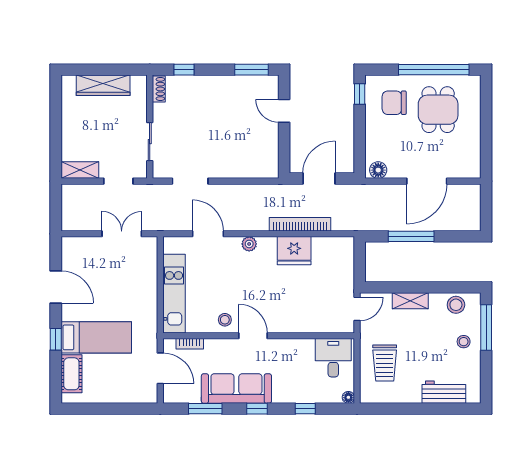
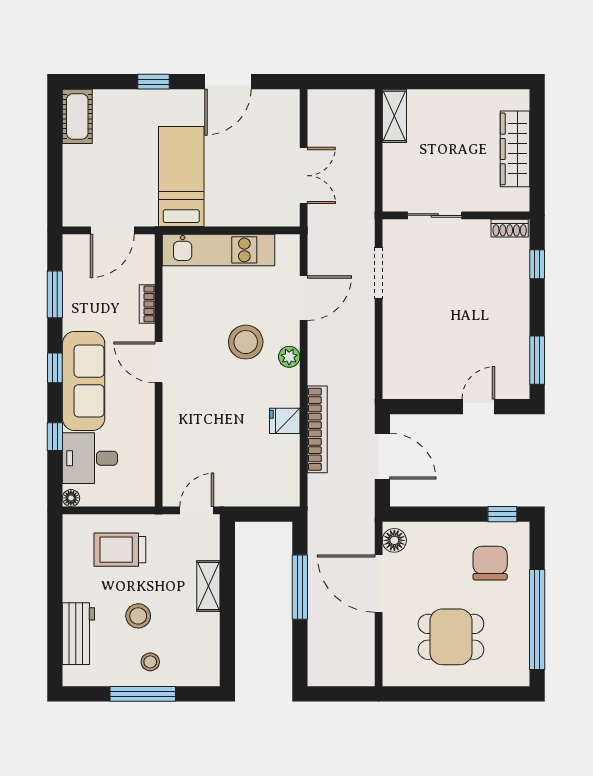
dining table: (438, 110) -> (451, 637), moved
doorway: (118, 181) -> (379, 171), removed
door: (427, 181) -> (379, 584), moved
fridge: (294, 251) -> (285, 421), width x0.53, depth x0.75
stool: (456, 305) -> (138, 616), moved
door: (357, 309) -> (197, 510), swing flipped
stool: (225, 320) -> (246, 342), moved, width x1.89, depth x1.89
window: (486, 328) -> (143, 694), moved
door: (253, 336) -> (159, 362), swing flipped
bed: (96, 337) -> (181, 177), moved, turned 180
bookcase: (190, 344) -> (147, 304), moved
desk: (333, 358) -> (90, 458), moved, turned 180
cot: (71, 374) -> (77, 116), moved, turned 90
sofa: (236, 389) -> (84, 381), moved

